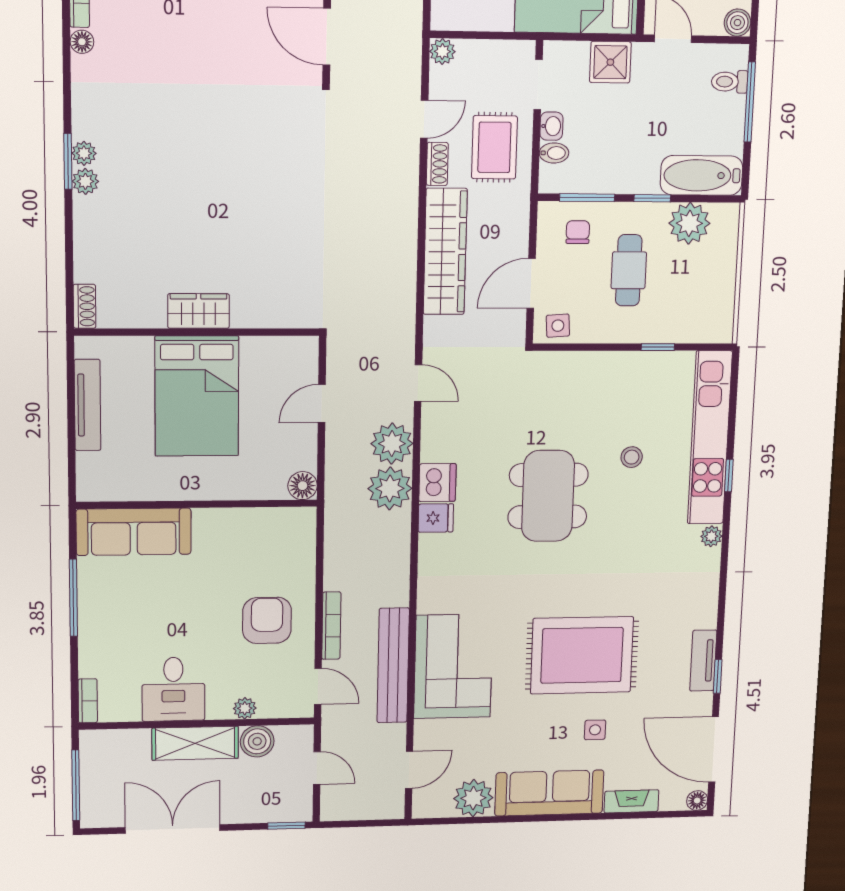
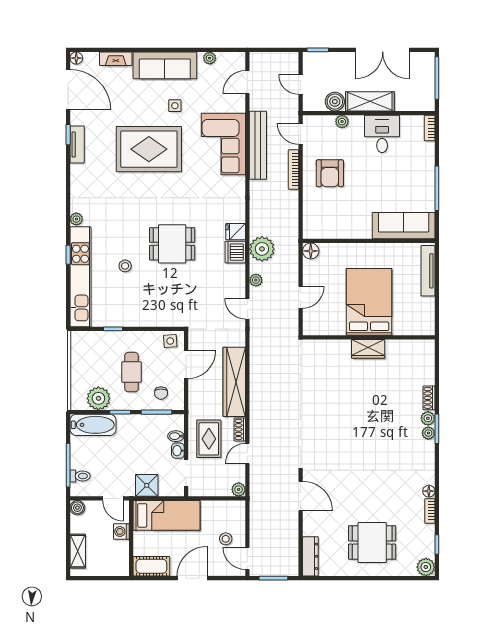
shoe rack: (84, 306) -> (429, 398), moved
tv unit: (87, 405) -> (428, 271), moved
plant: (392, 444) -> (256, 280), width x0.53, depth x0.53
dining table: (548, 496) -> (172, 244), width x0.73
side table: (595, 730) -> (175, 106), moved
plant: (473, 798) -> (210, 58), width x0.53, depth x0.53

